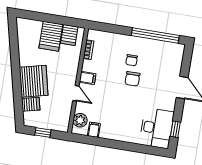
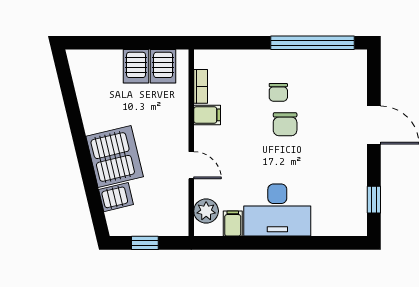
server rack: (51, 36) -> (136, 66), width x0.73, depth x0.70
filing cabinet: (88, 78) -> (207, 115), moved
desk: (157, 128) -> (277, 210), moved, turned 90

